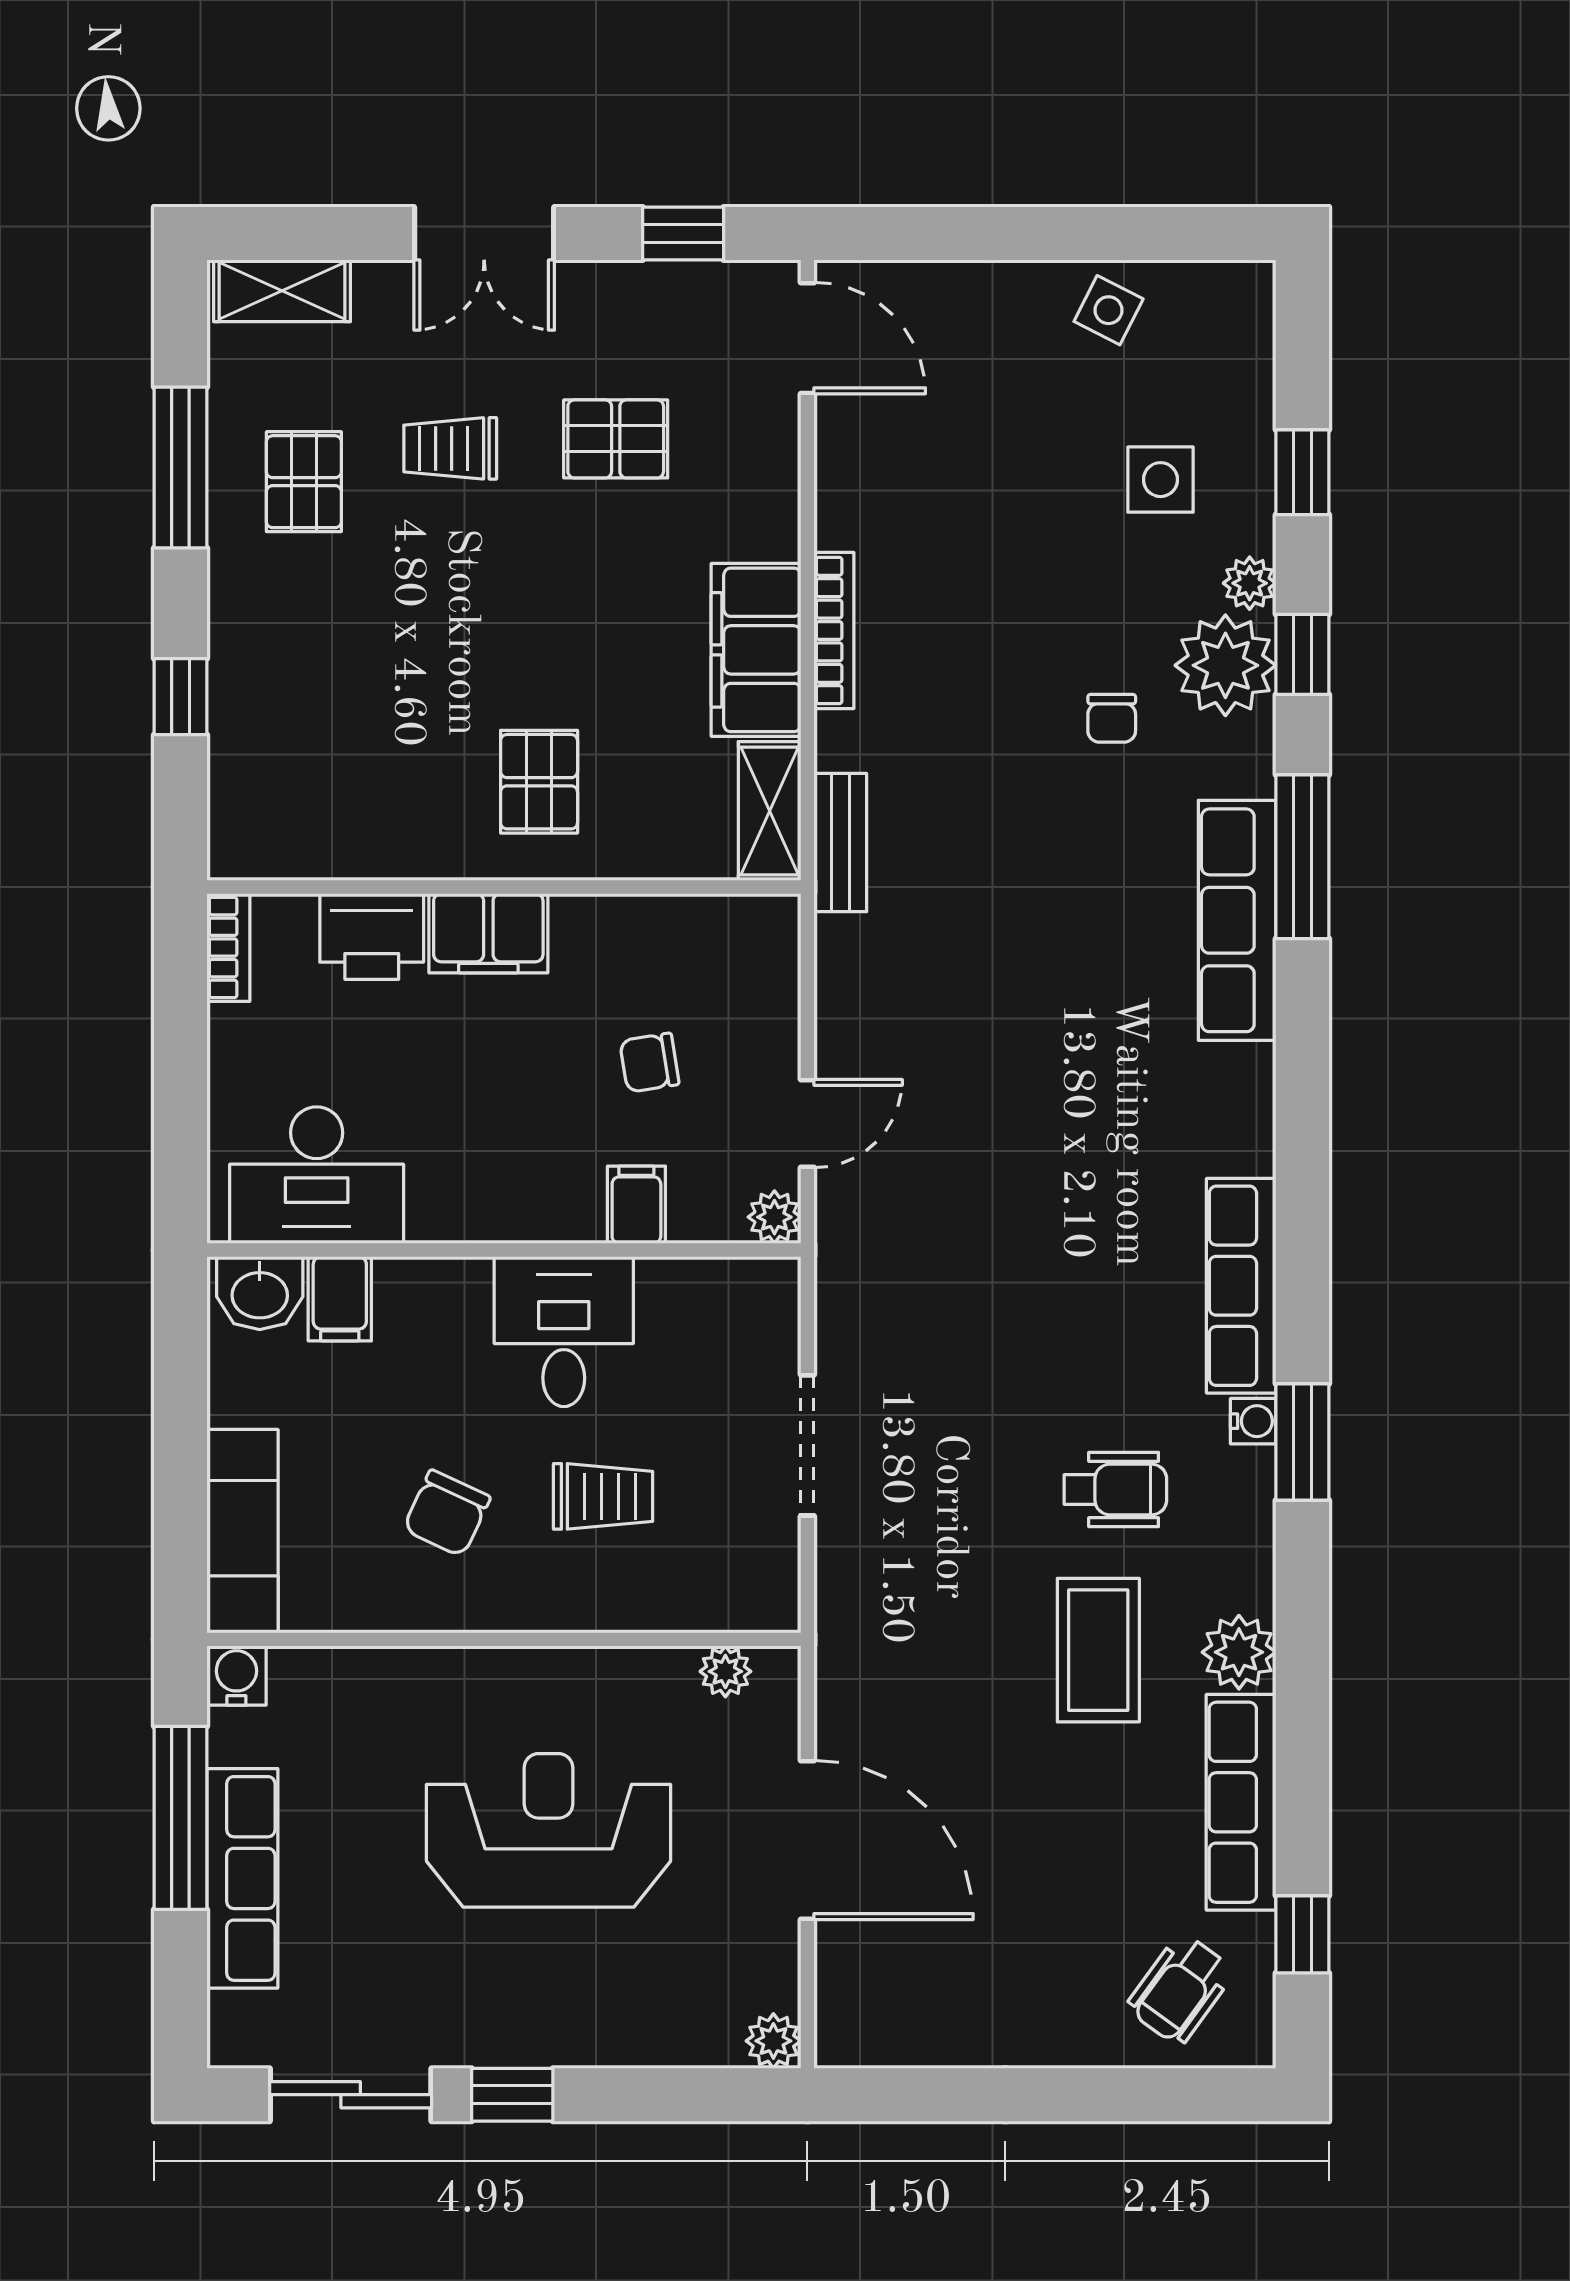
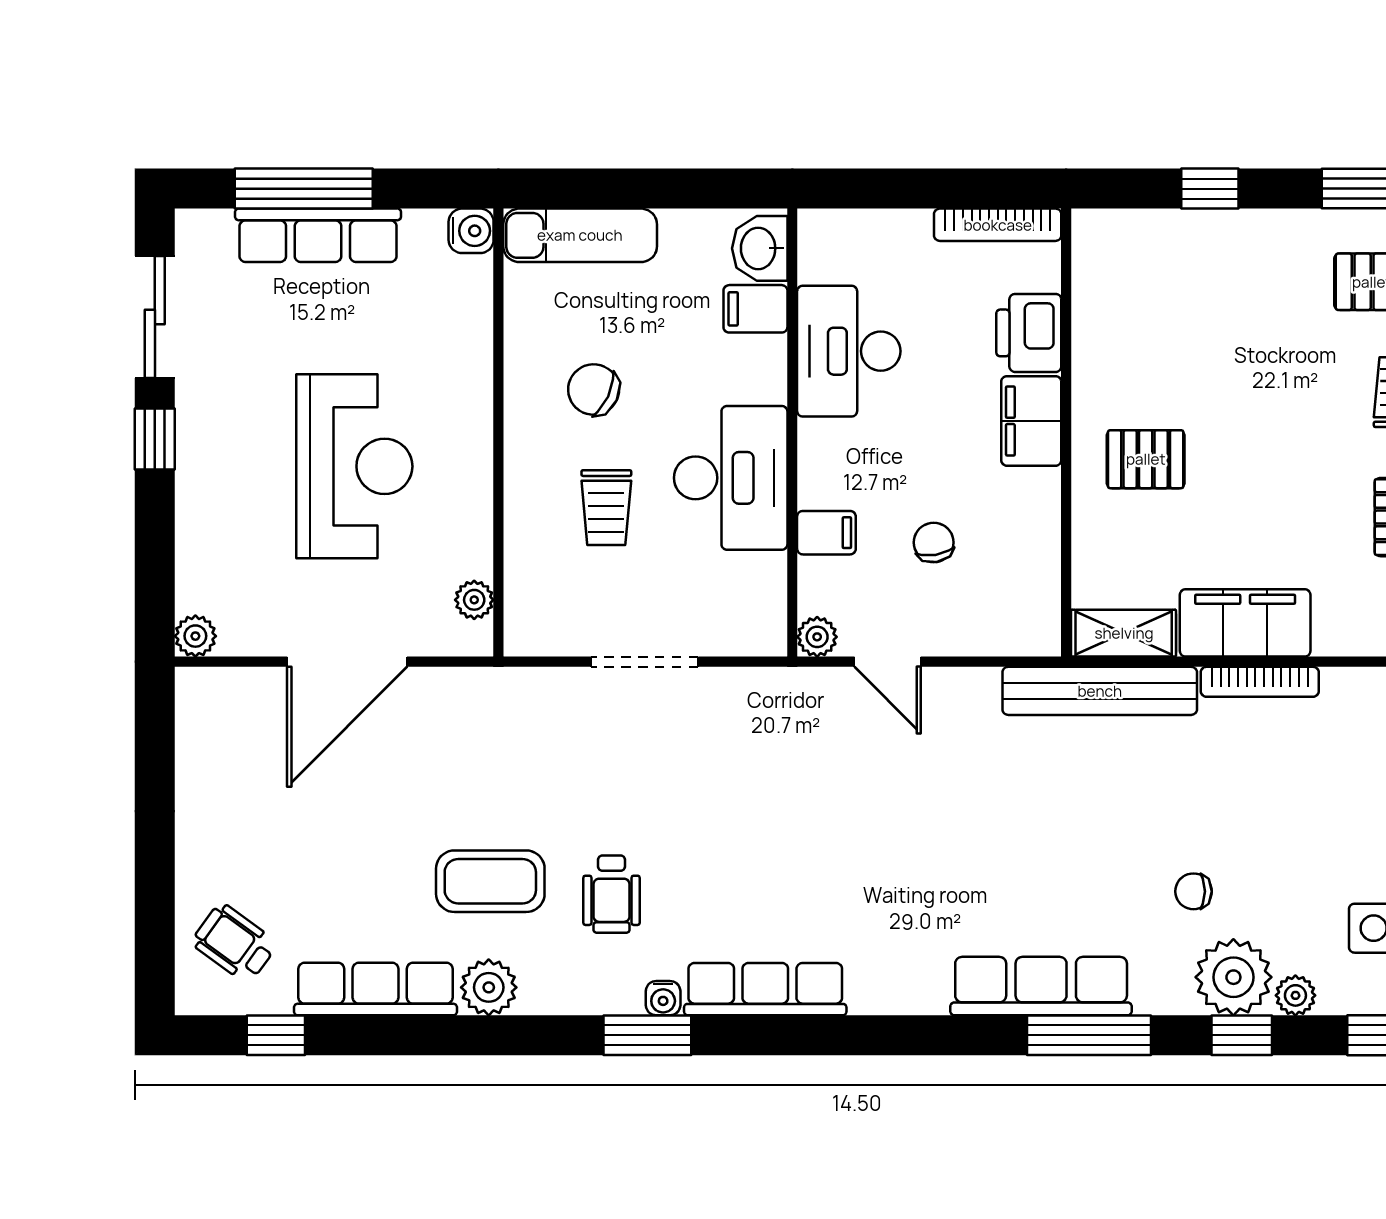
bench: (840, 843) -> (1100, 691), width x1.86, depth x1.21
bookcase: (228, 947) -> (998, 225), width x1.56
desk: (317, 1175) -> (849, 351), moved
desk: (564, 1332) -> (731, 478), width x1.37
window: (180, 1818) -> (304, 189), moved

